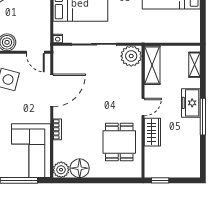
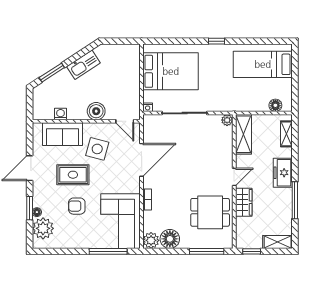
floor lamp: (184, 37) -> (275, 105), added
plant: (131, 56) -> (227, 120), width x0.53, depth x0.53
window: (203, 117) -> (295, 200), moved
dining table: (119, 142) -> (210, 212), turned 90
shelving: (186, 171) -> (278, 242), added
window: (116, 180) -> (207, 251), added

